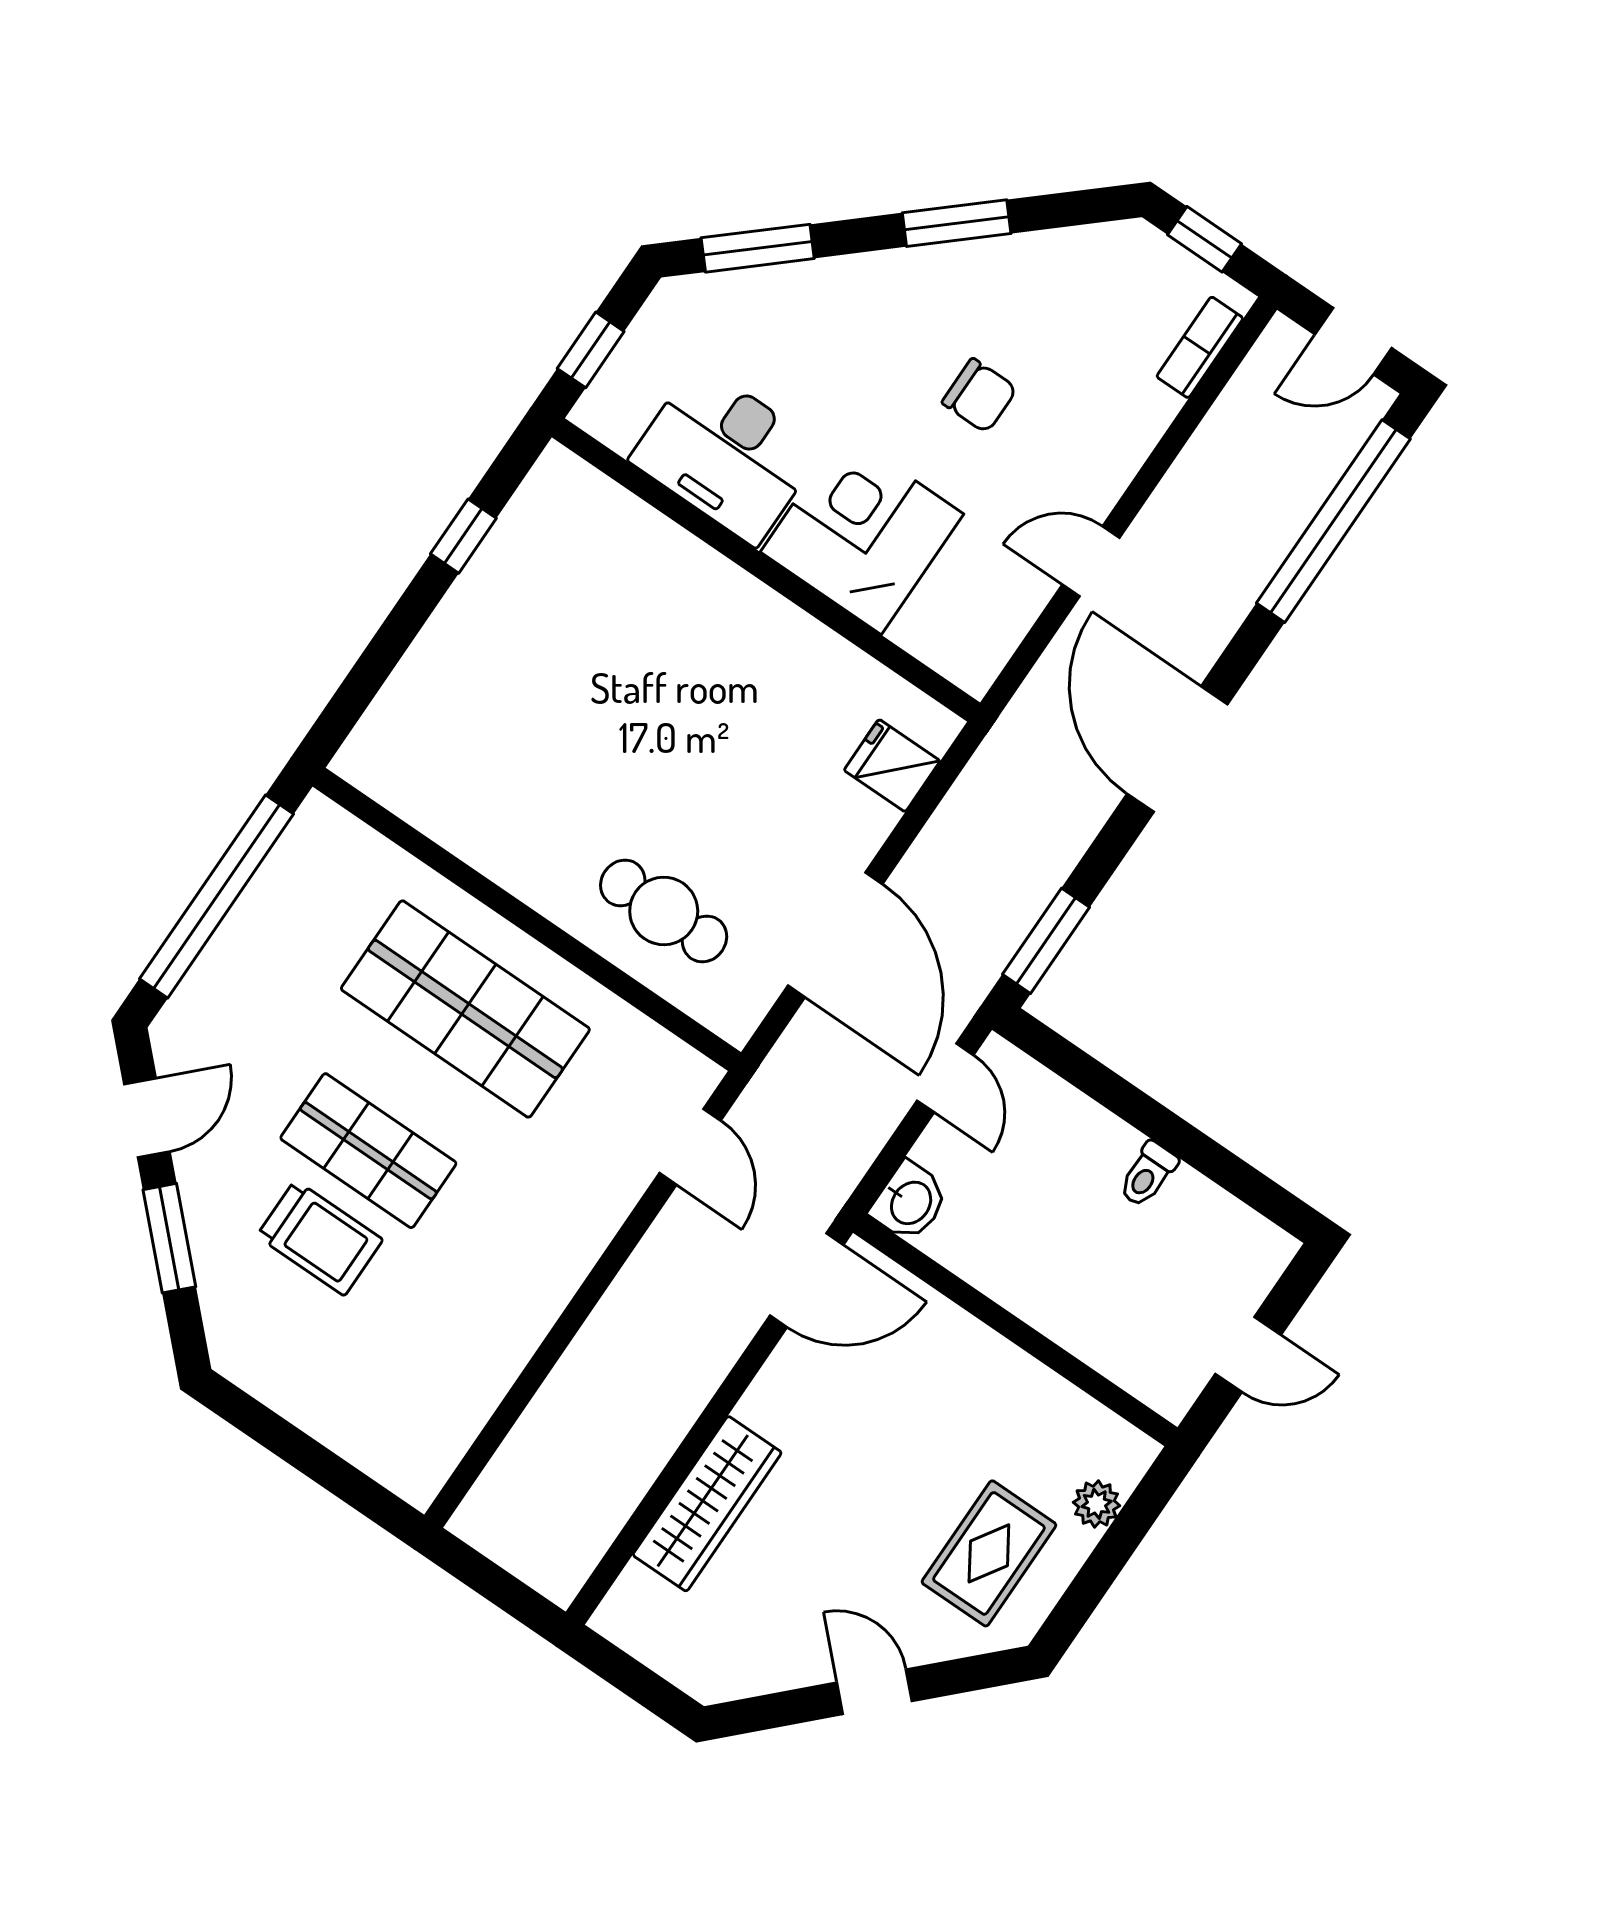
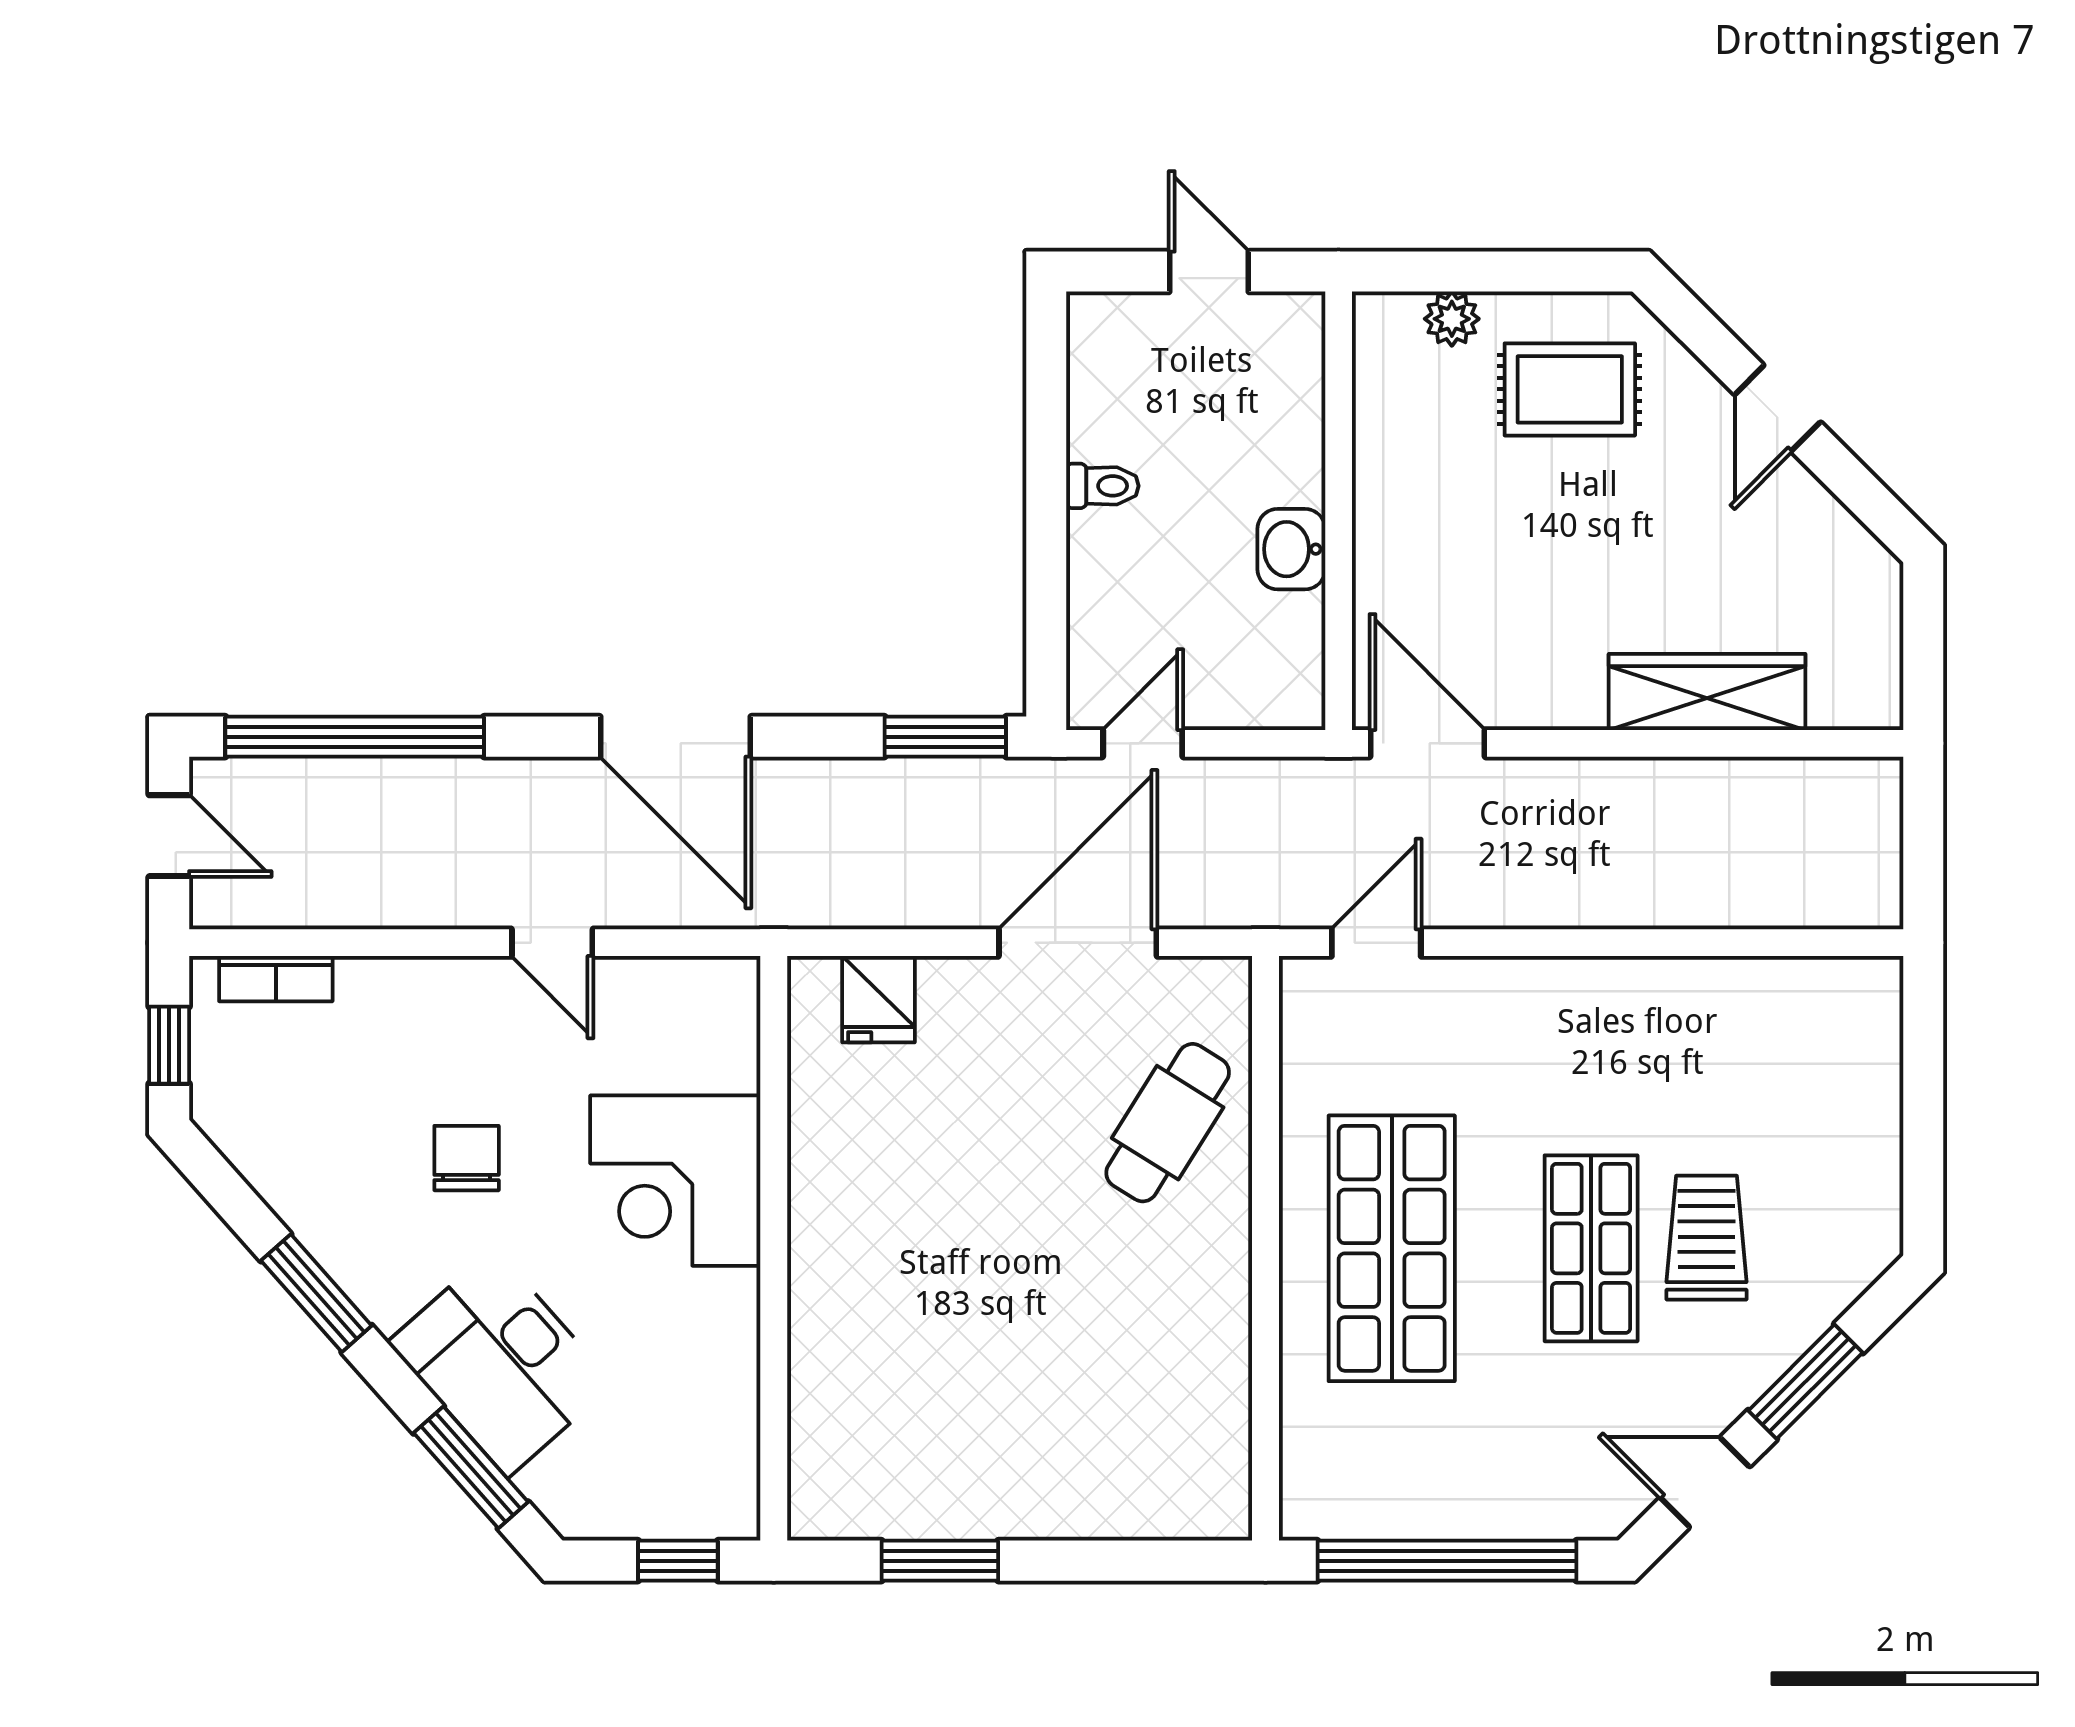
desk: (726, 454) -> (501, 1363), moved, turned 138
window: (463, 536) -> (940, 1561), width x1.50
door: (1177, 749) -> (676, 737), hinge flipped
cafe table: (664, 911) -> (1168, 1123), turned 32
washbasin: (910, 1202) -> (1291, 549), moved, turned -90

